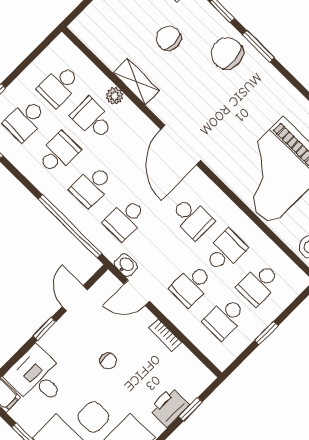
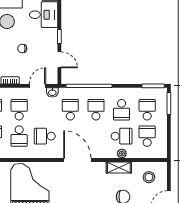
stool: (110, 30) -> (149, 177), added

